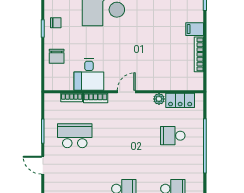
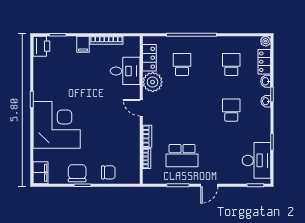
chair: (56, 23) -> (77, 173), width x1.87, depth x1.87
desk: (89, 74) -> (125, 71), moved
plant: (159, 99) -> (153, 82), width x1.88, depth x1.88
school desk: (75, 136) -> (182, 156), turned -90
school desk: (173, 136) -> (182, 64), turned 180

